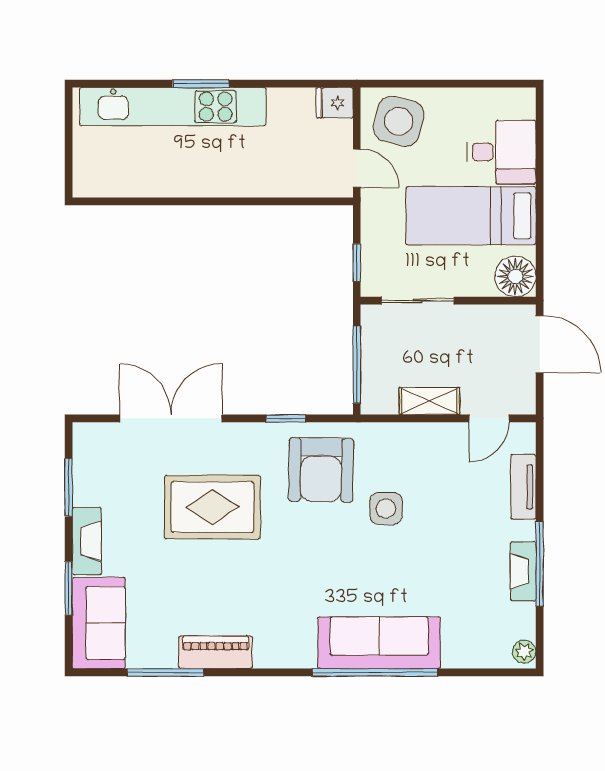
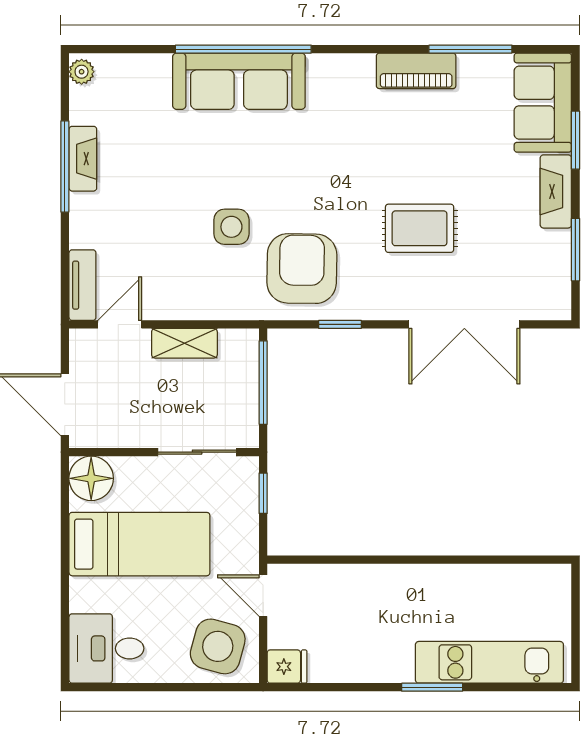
kitchen unit: (173, 107) -> (489, 662), width x0.73
desk: (501, 152) -> (106, 648), moved
tv unit: (523, 487) -> (82, 285), moved
rug: (212, 507) -> (420, 228), width x0.73, depth x0.70

